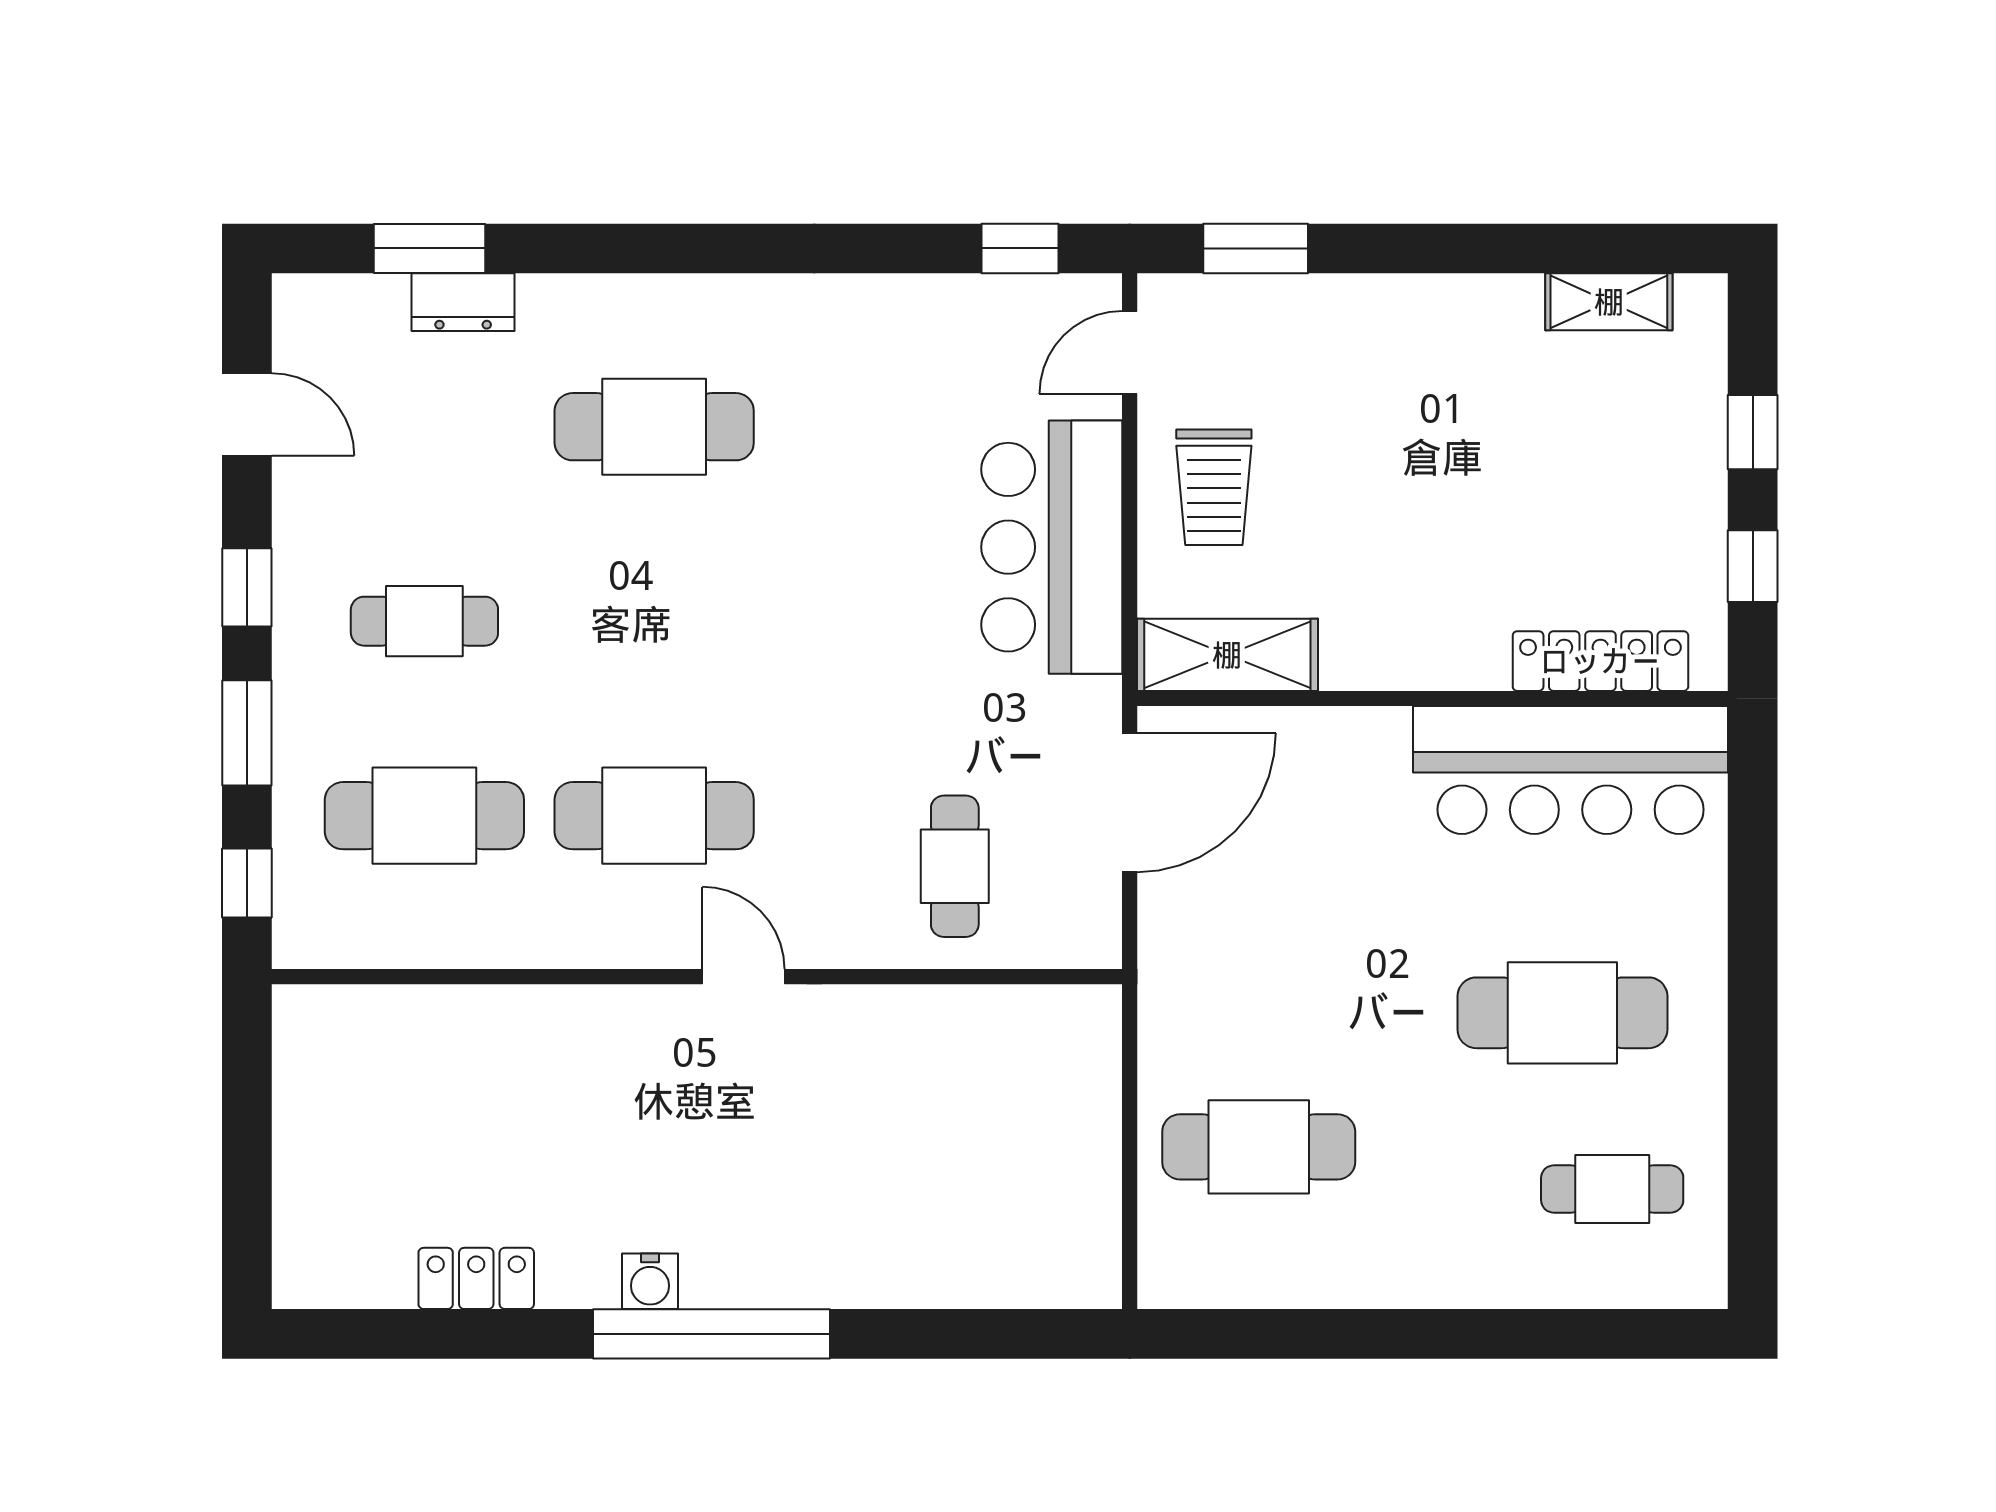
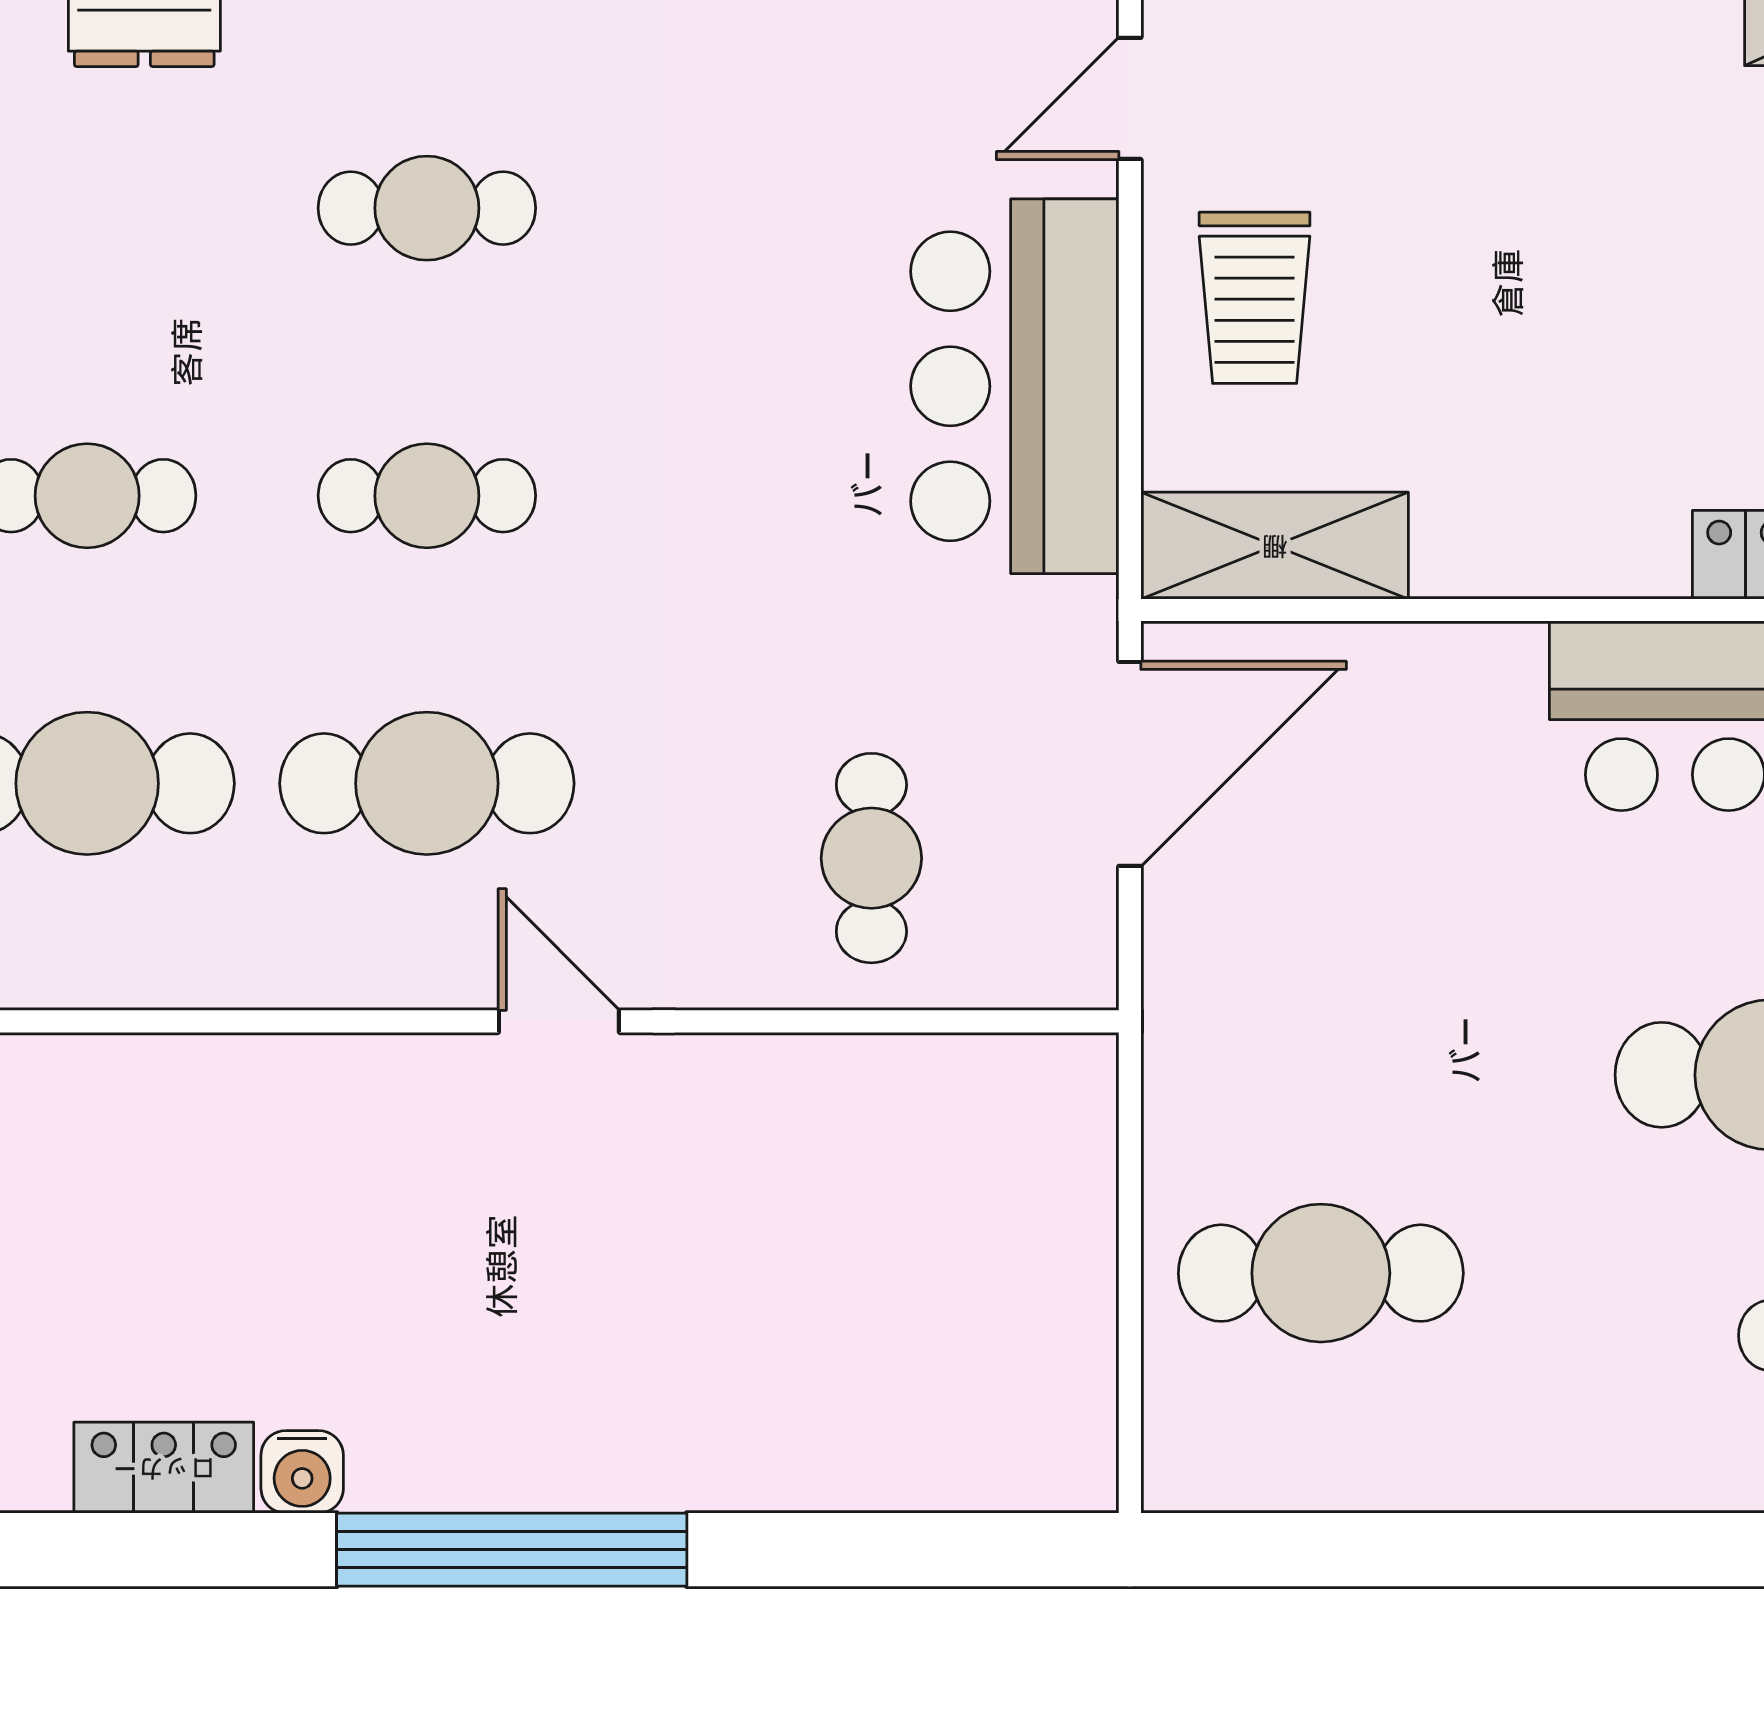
cafe table: (654, 427) -> (427, 208), width x0.73, depth x0.74
cafe table: (654, 621) -> (427, 496), added
water cooler: (650, 1281) -> (302, 1472), moved

